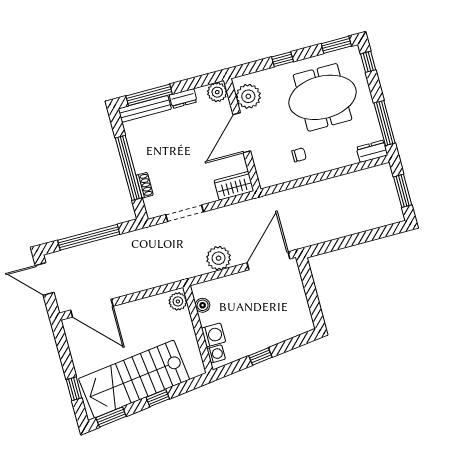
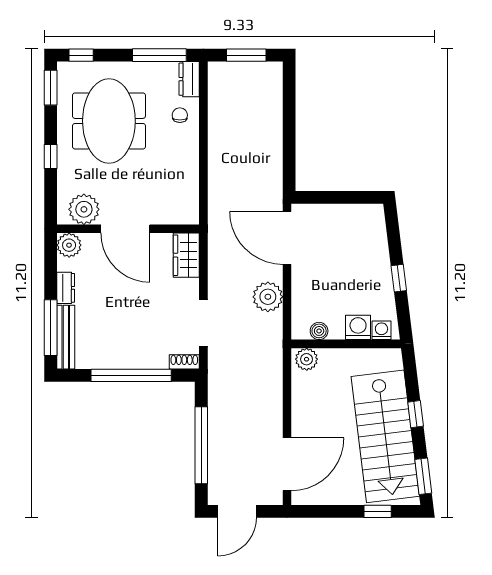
chair: (299, 155) -> (180, 115), moved
shoe rack: (145, 185) -> (184, 362), moved

